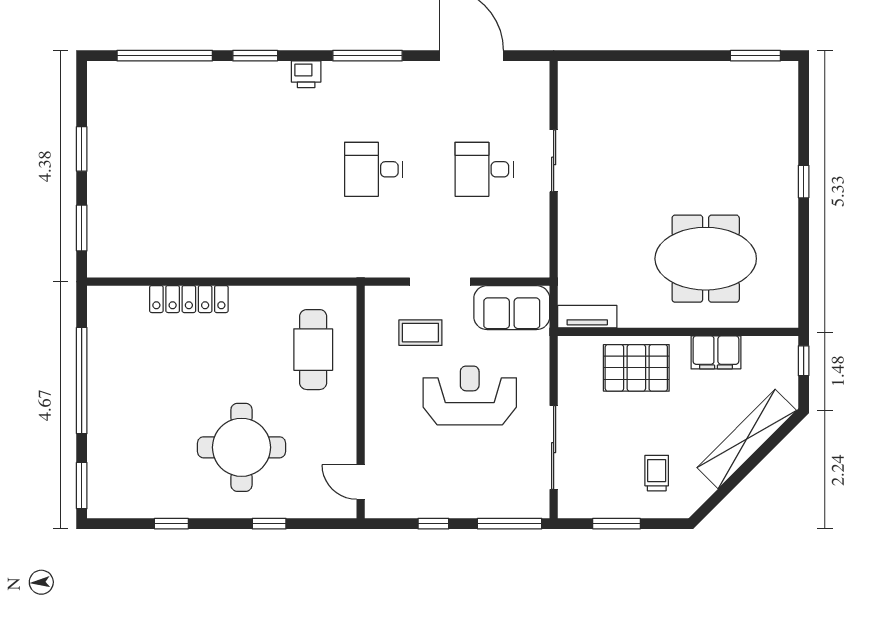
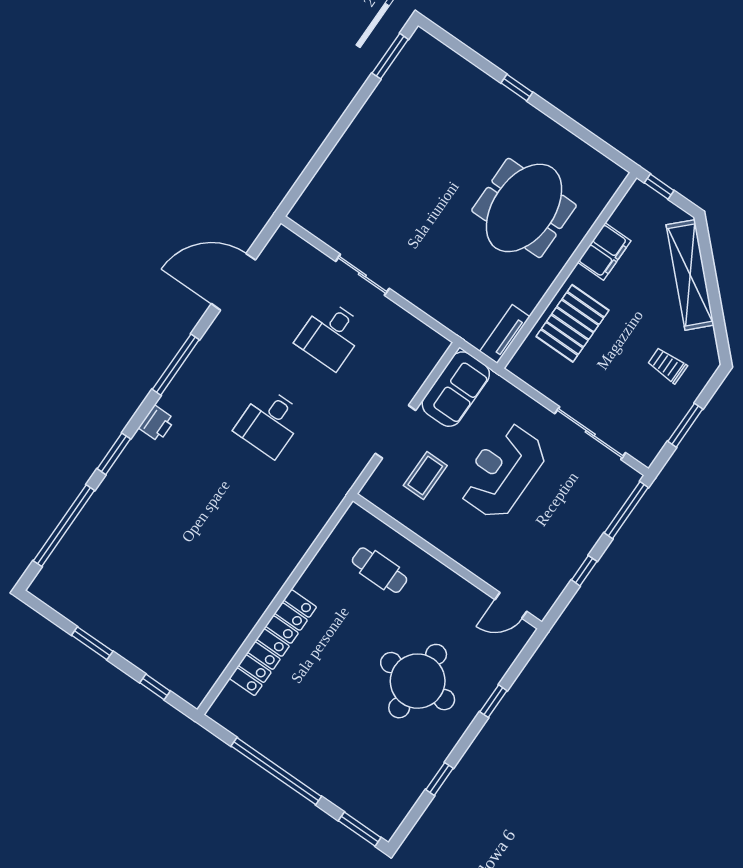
window: (82, 228) -> (155, 687), width x0.67
locker: (189, 299) -> (273, 643), width x1.41, depth x1.21
cafe table: (313, 350) -> (379, 570), width x0.73, depth x0.74

